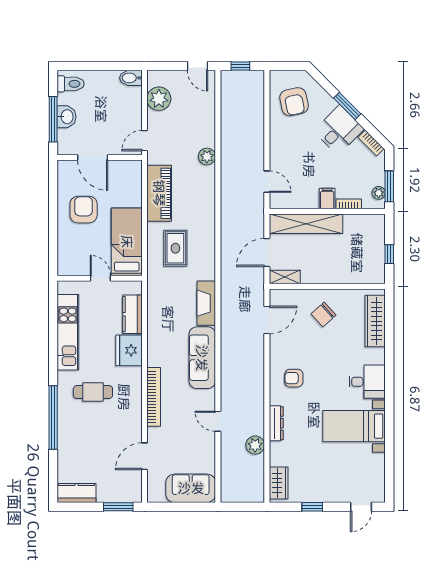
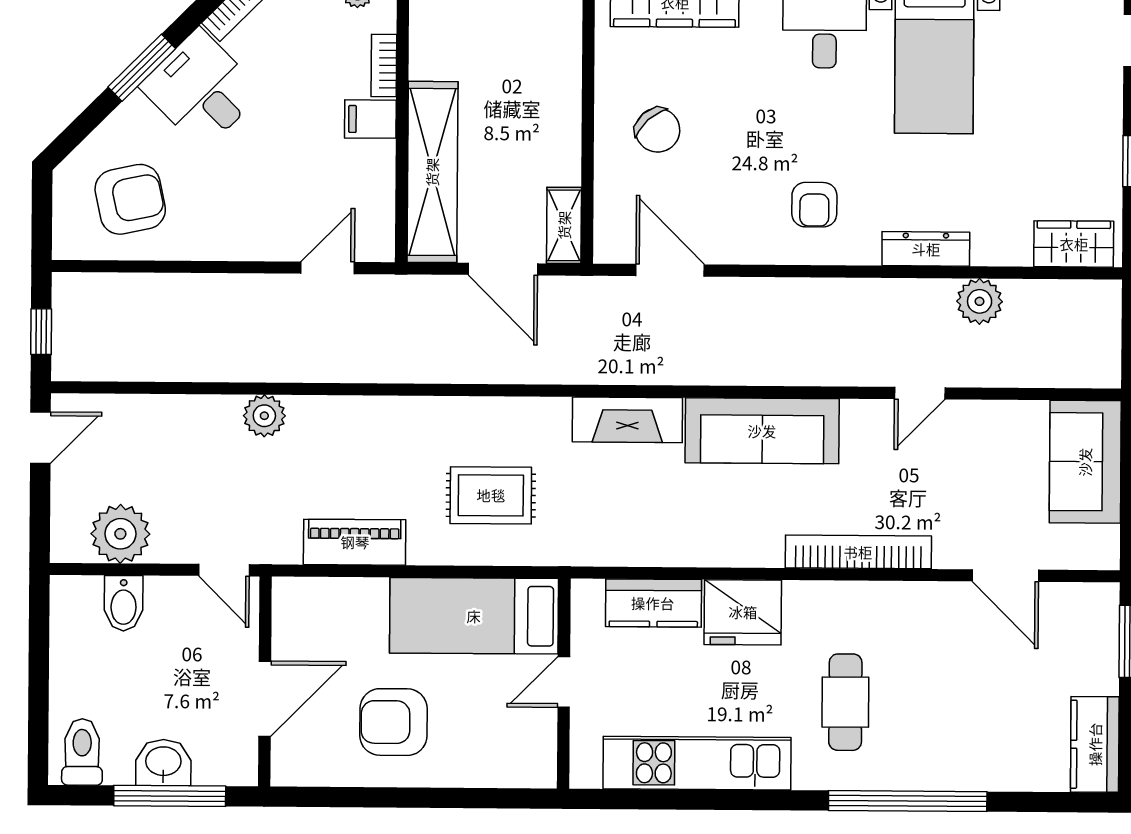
bidet: (131, 78) -> (124, 603), moved
piano: (159, 193) -> (355, 542), width x0.73, depth x0.75

